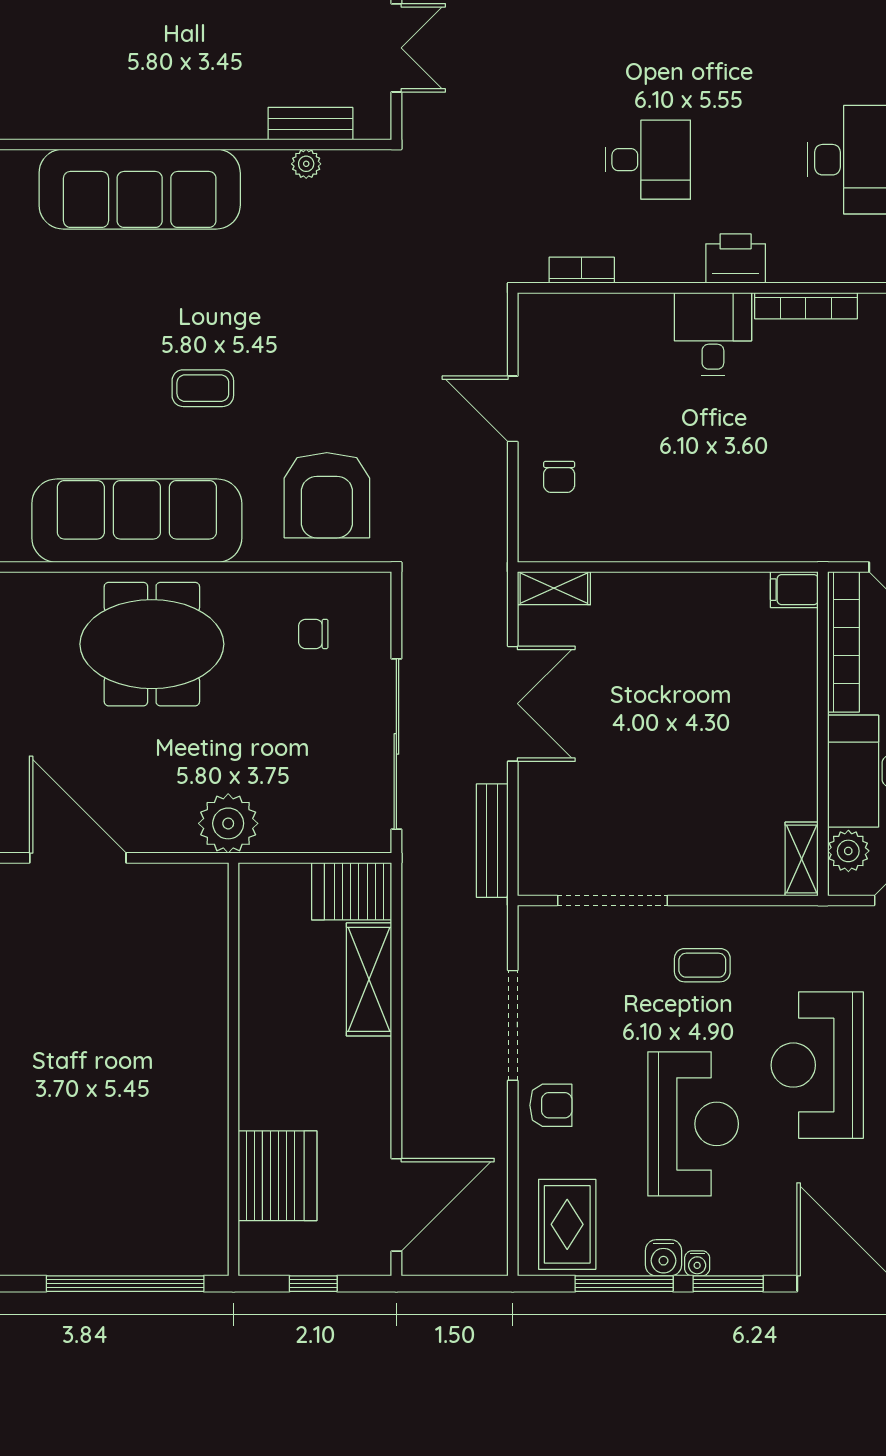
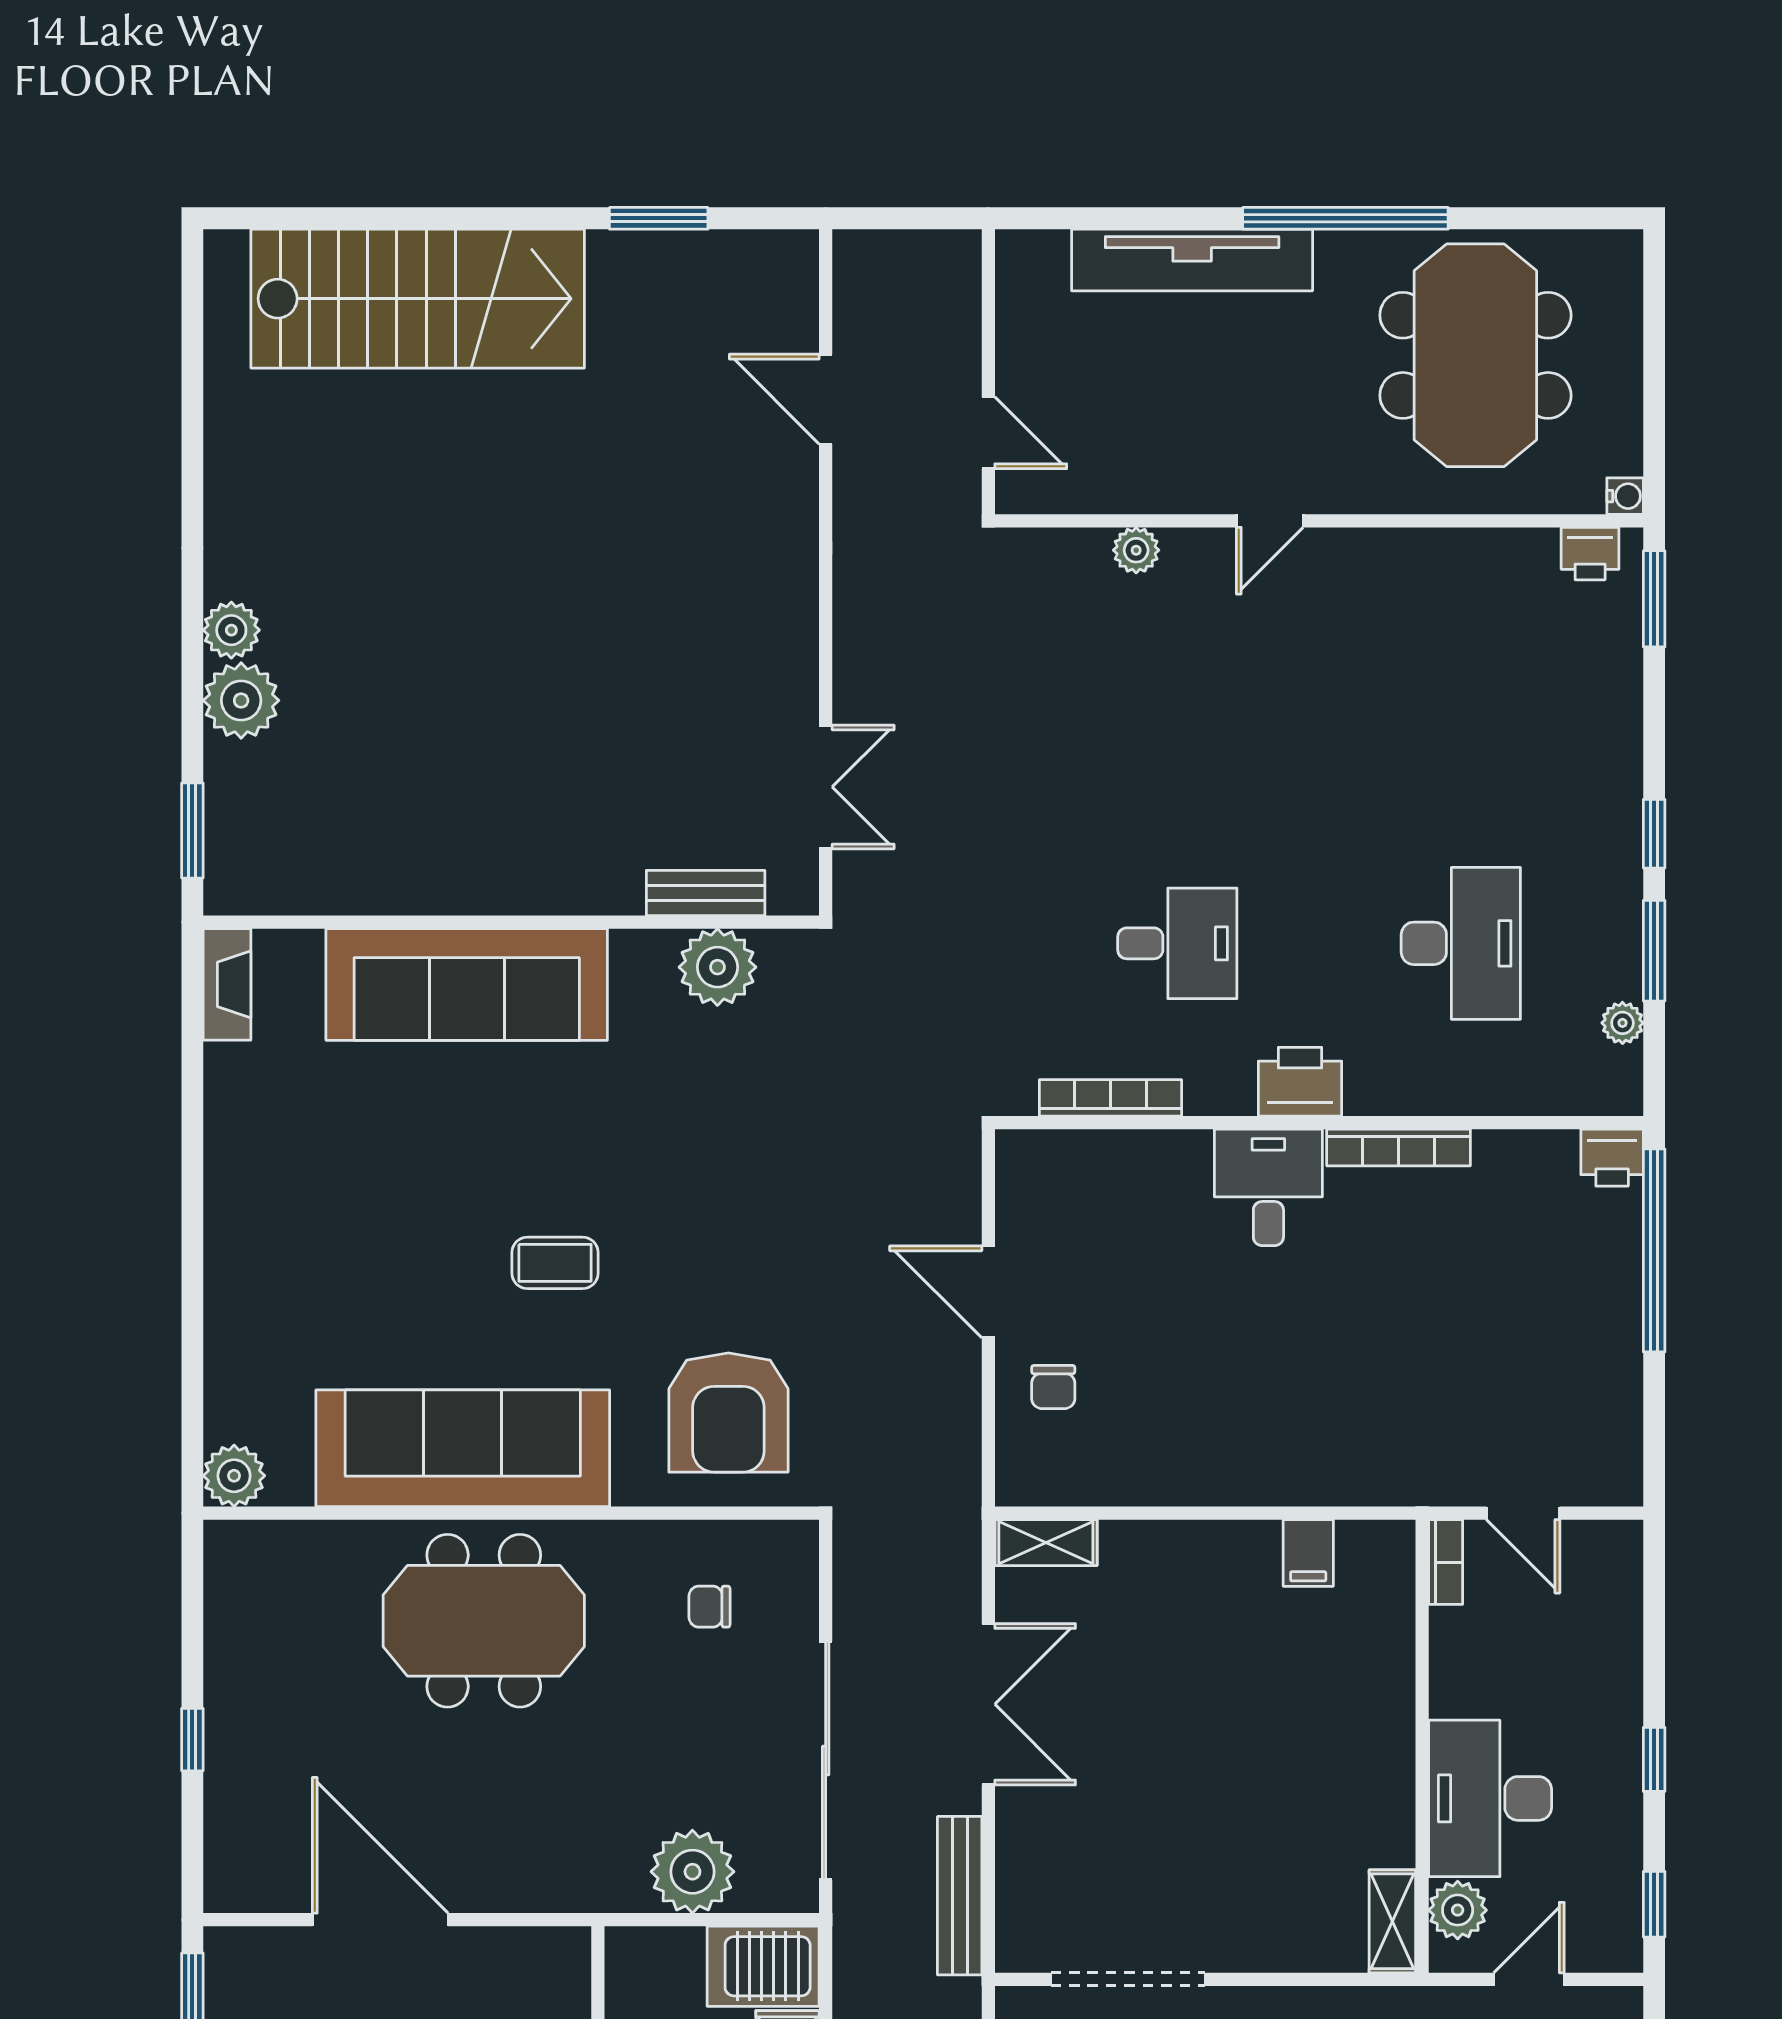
plant: (306, 164) -> (717, 967), width x1.87, depth x1.87
bookcase: (582, 270) -> (1110, 1098), width x1.56
filing cabinet: (794, 590) -> (1308, 1553), moved, turned -90
bookcase: (843, 642) -> (1446, 1562), width x0.43, depth x0.76
plant: (228, 823) -> (692, 1872), moved

